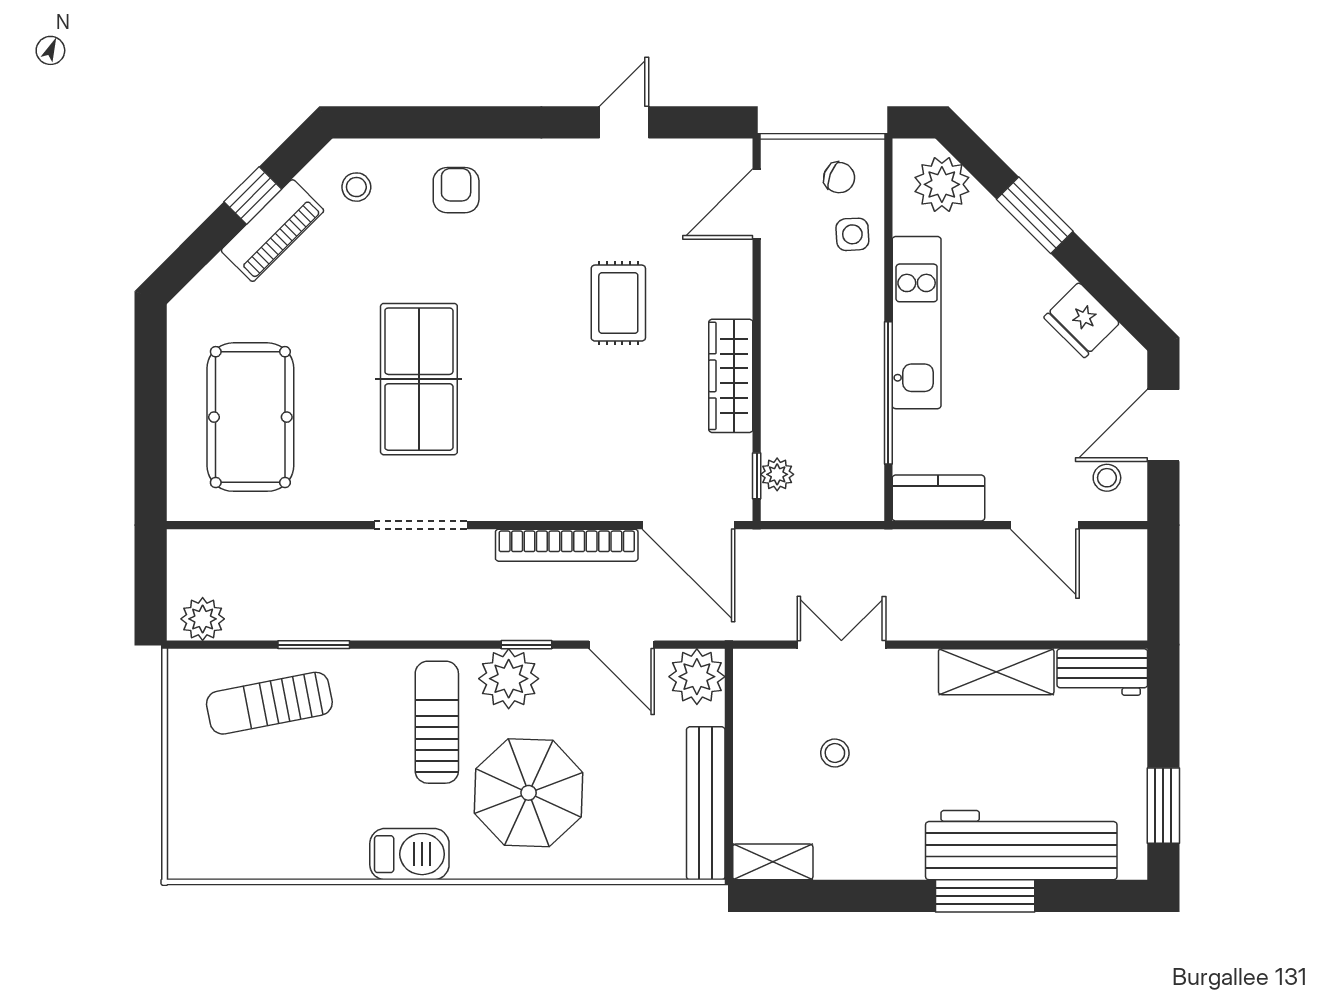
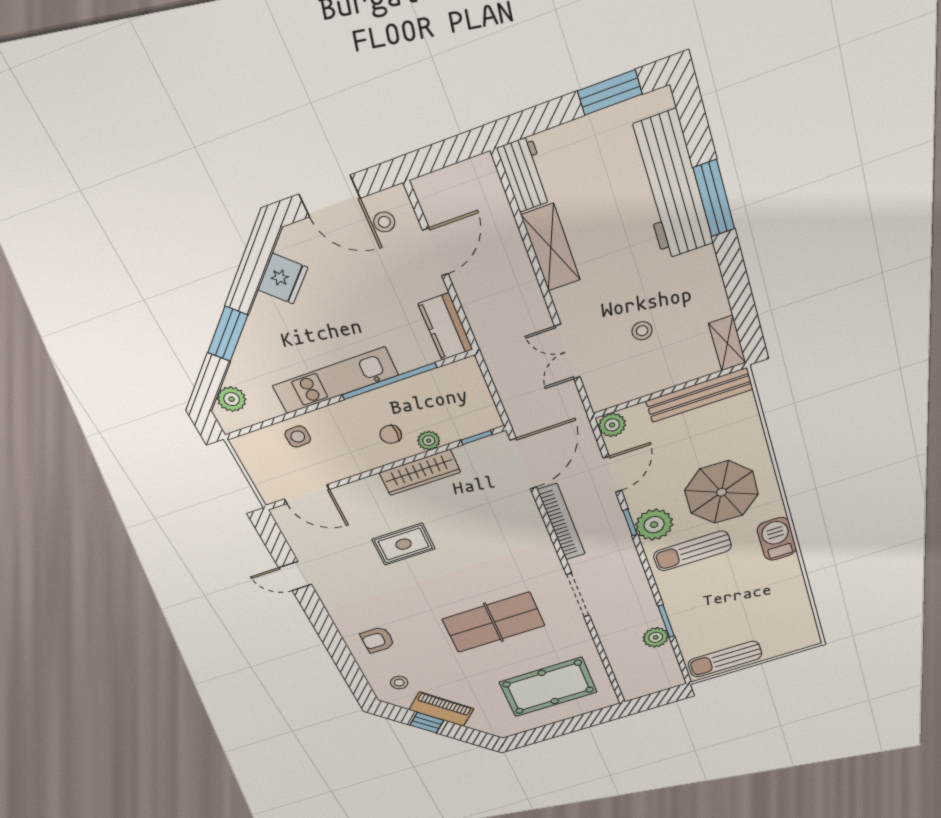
chair: (839, 178) -> (391, 434), moved, turned -111
plant: (942, 184) -> (232, 399), width x0.73, depth x0.73
plant: (777, 474) -> (429, 441), moved
plant: (203, 619) -> (656, 637), moved
plant: (697, 677) -> (612, 425), width x0.73, depth x0.73
sun lounger: (269, 703) -> (725, 659), moved, turned 101

